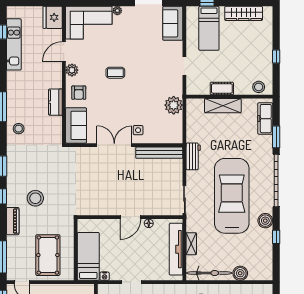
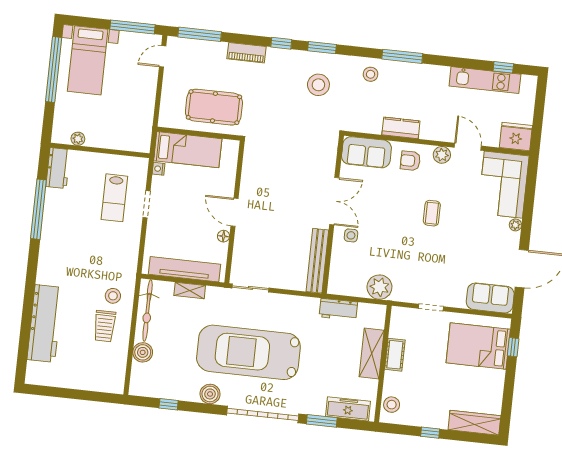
wardrobe: (244, 13) -> (474, 423), moved, turned 90
bed: (209, 28) -> (478, 346), width x1.50
workbench: (193, 156) -> (338, 309), moved
car: (232, 196) -> (248, 352), turned 180
stool: (35, 198) -> (318, 85), moved
window: (276, 237) -> (169, 404), moved
pool table: (48, 255) -> (214, 107), moved

